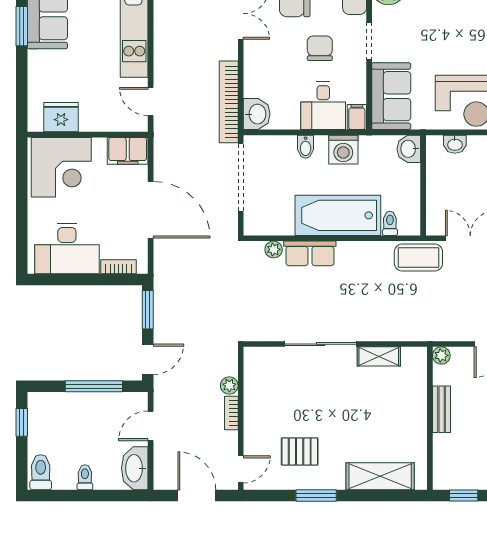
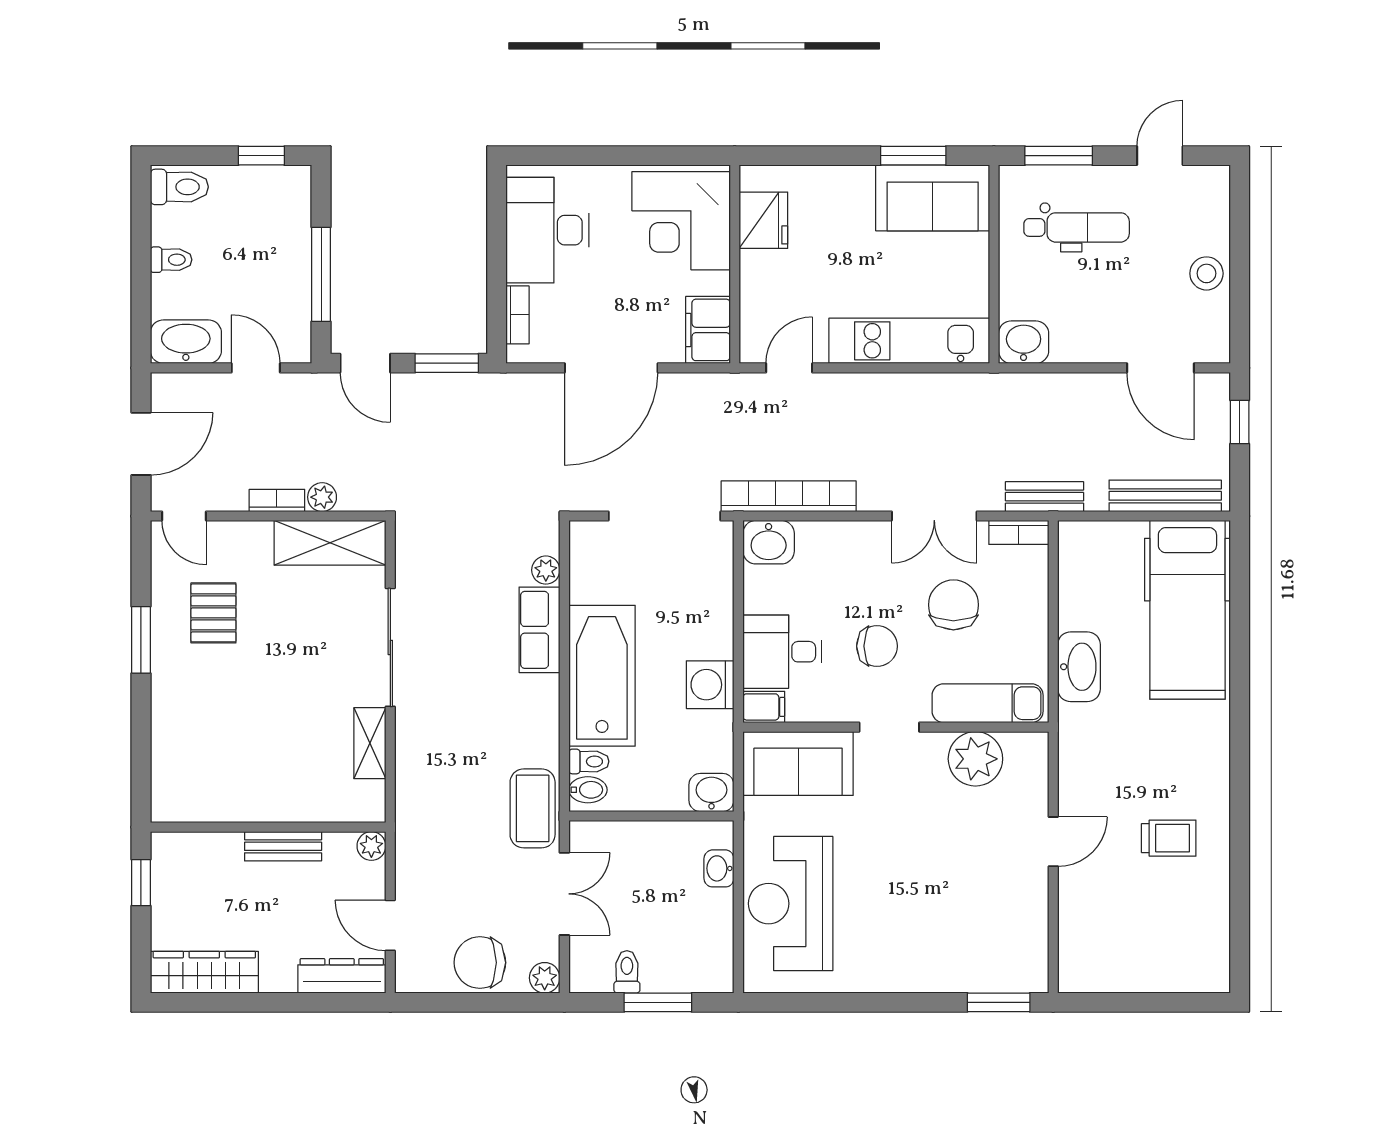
bidet: (306, 147) -> (588, 790), moved, turned 180
shelving: (380, 476) -> (330, 543), moved, turned 90

